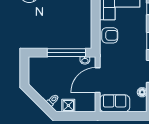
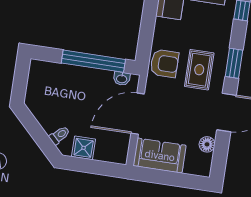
armchair: (110, 35) -> (164, 63), moved
rug: (131, 48) -> (199, 70), added

